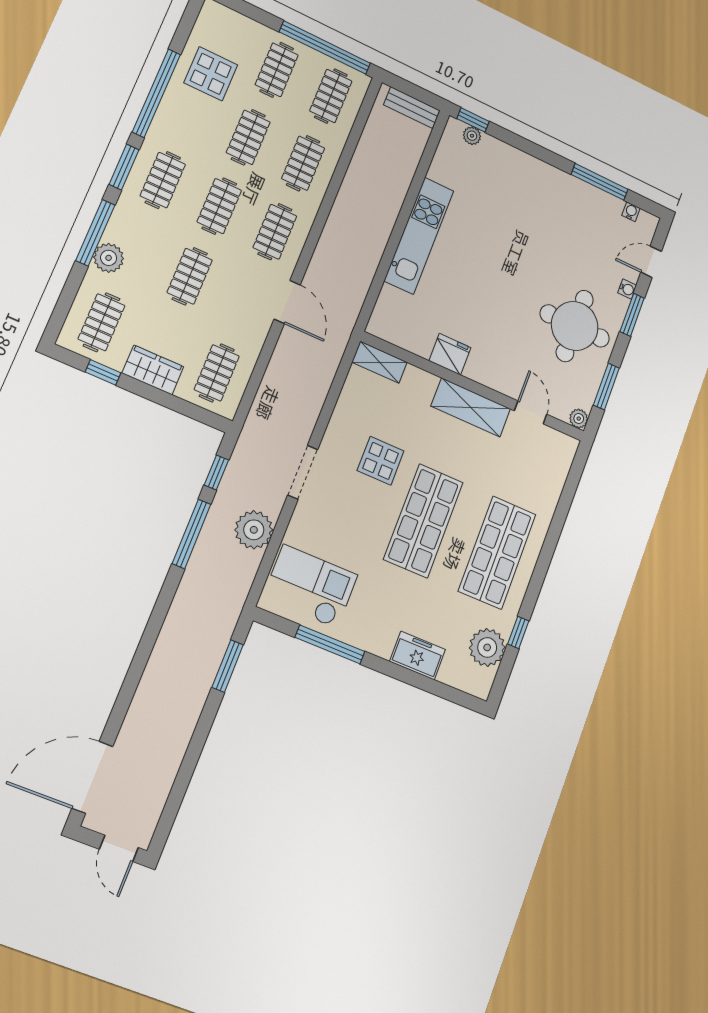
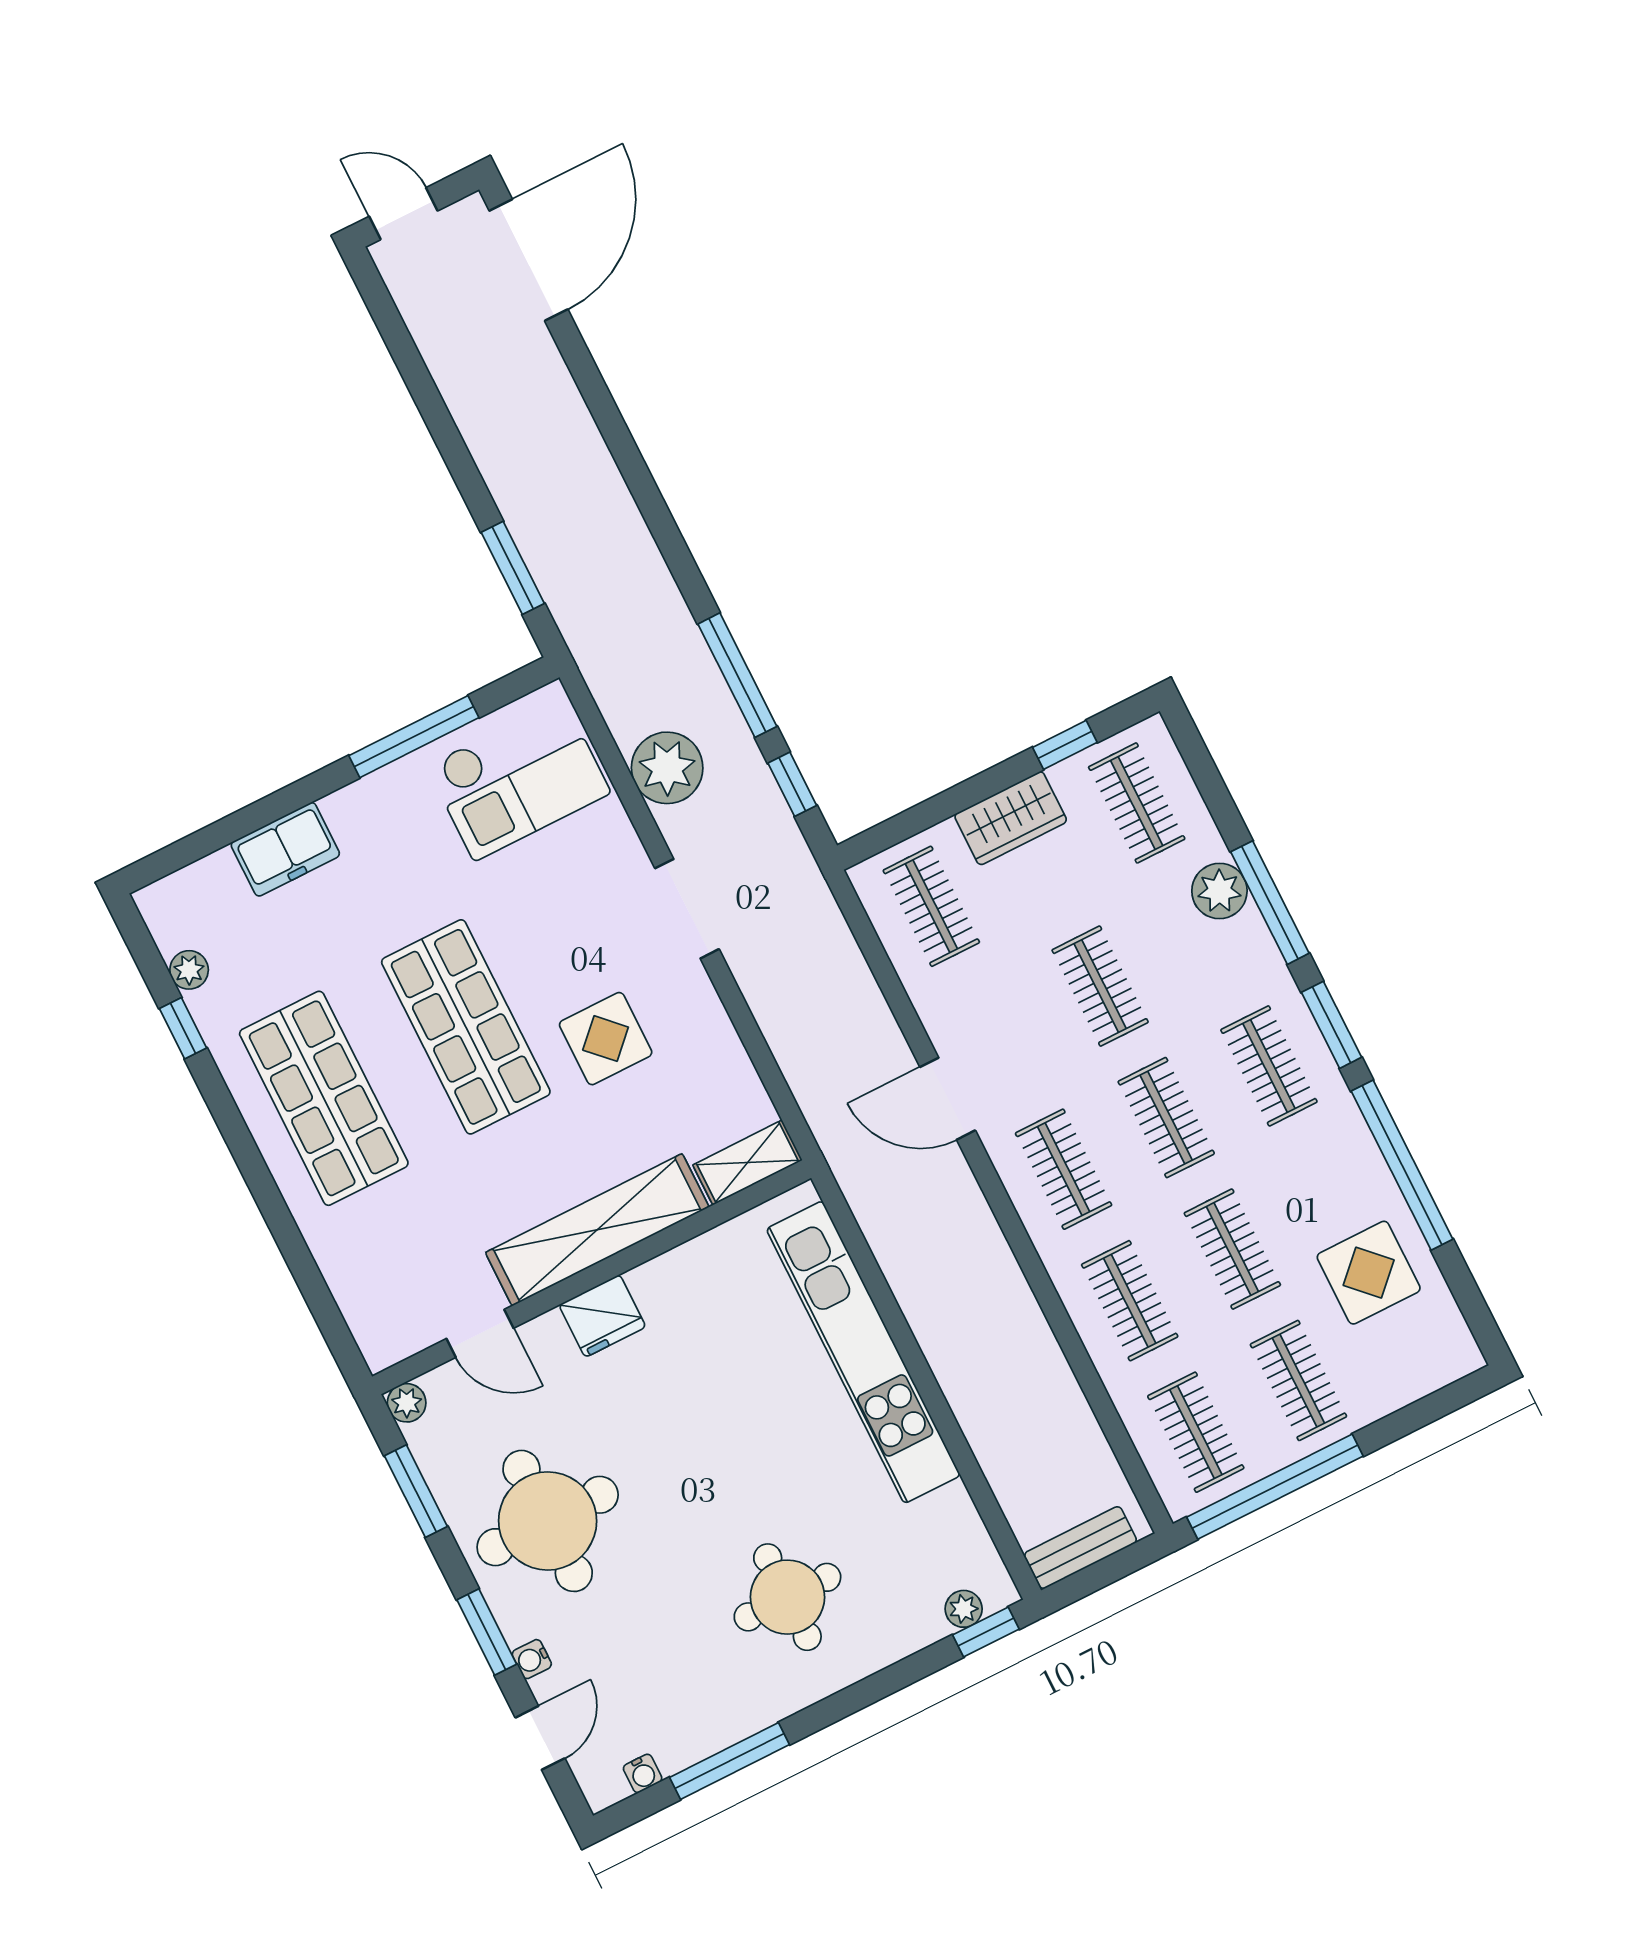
round table: (525, 209) -> (787, 1597), added
kitchen unit: (419, 236) -> (863, 1352), width x1.36
fridge: (450, 354) -> (602, 1316), moved
shelving: (471, 407) -> (597, 1230), width x1.47
plant: (487, 647) -> (189, 970), width x0.53, depth x0.53

